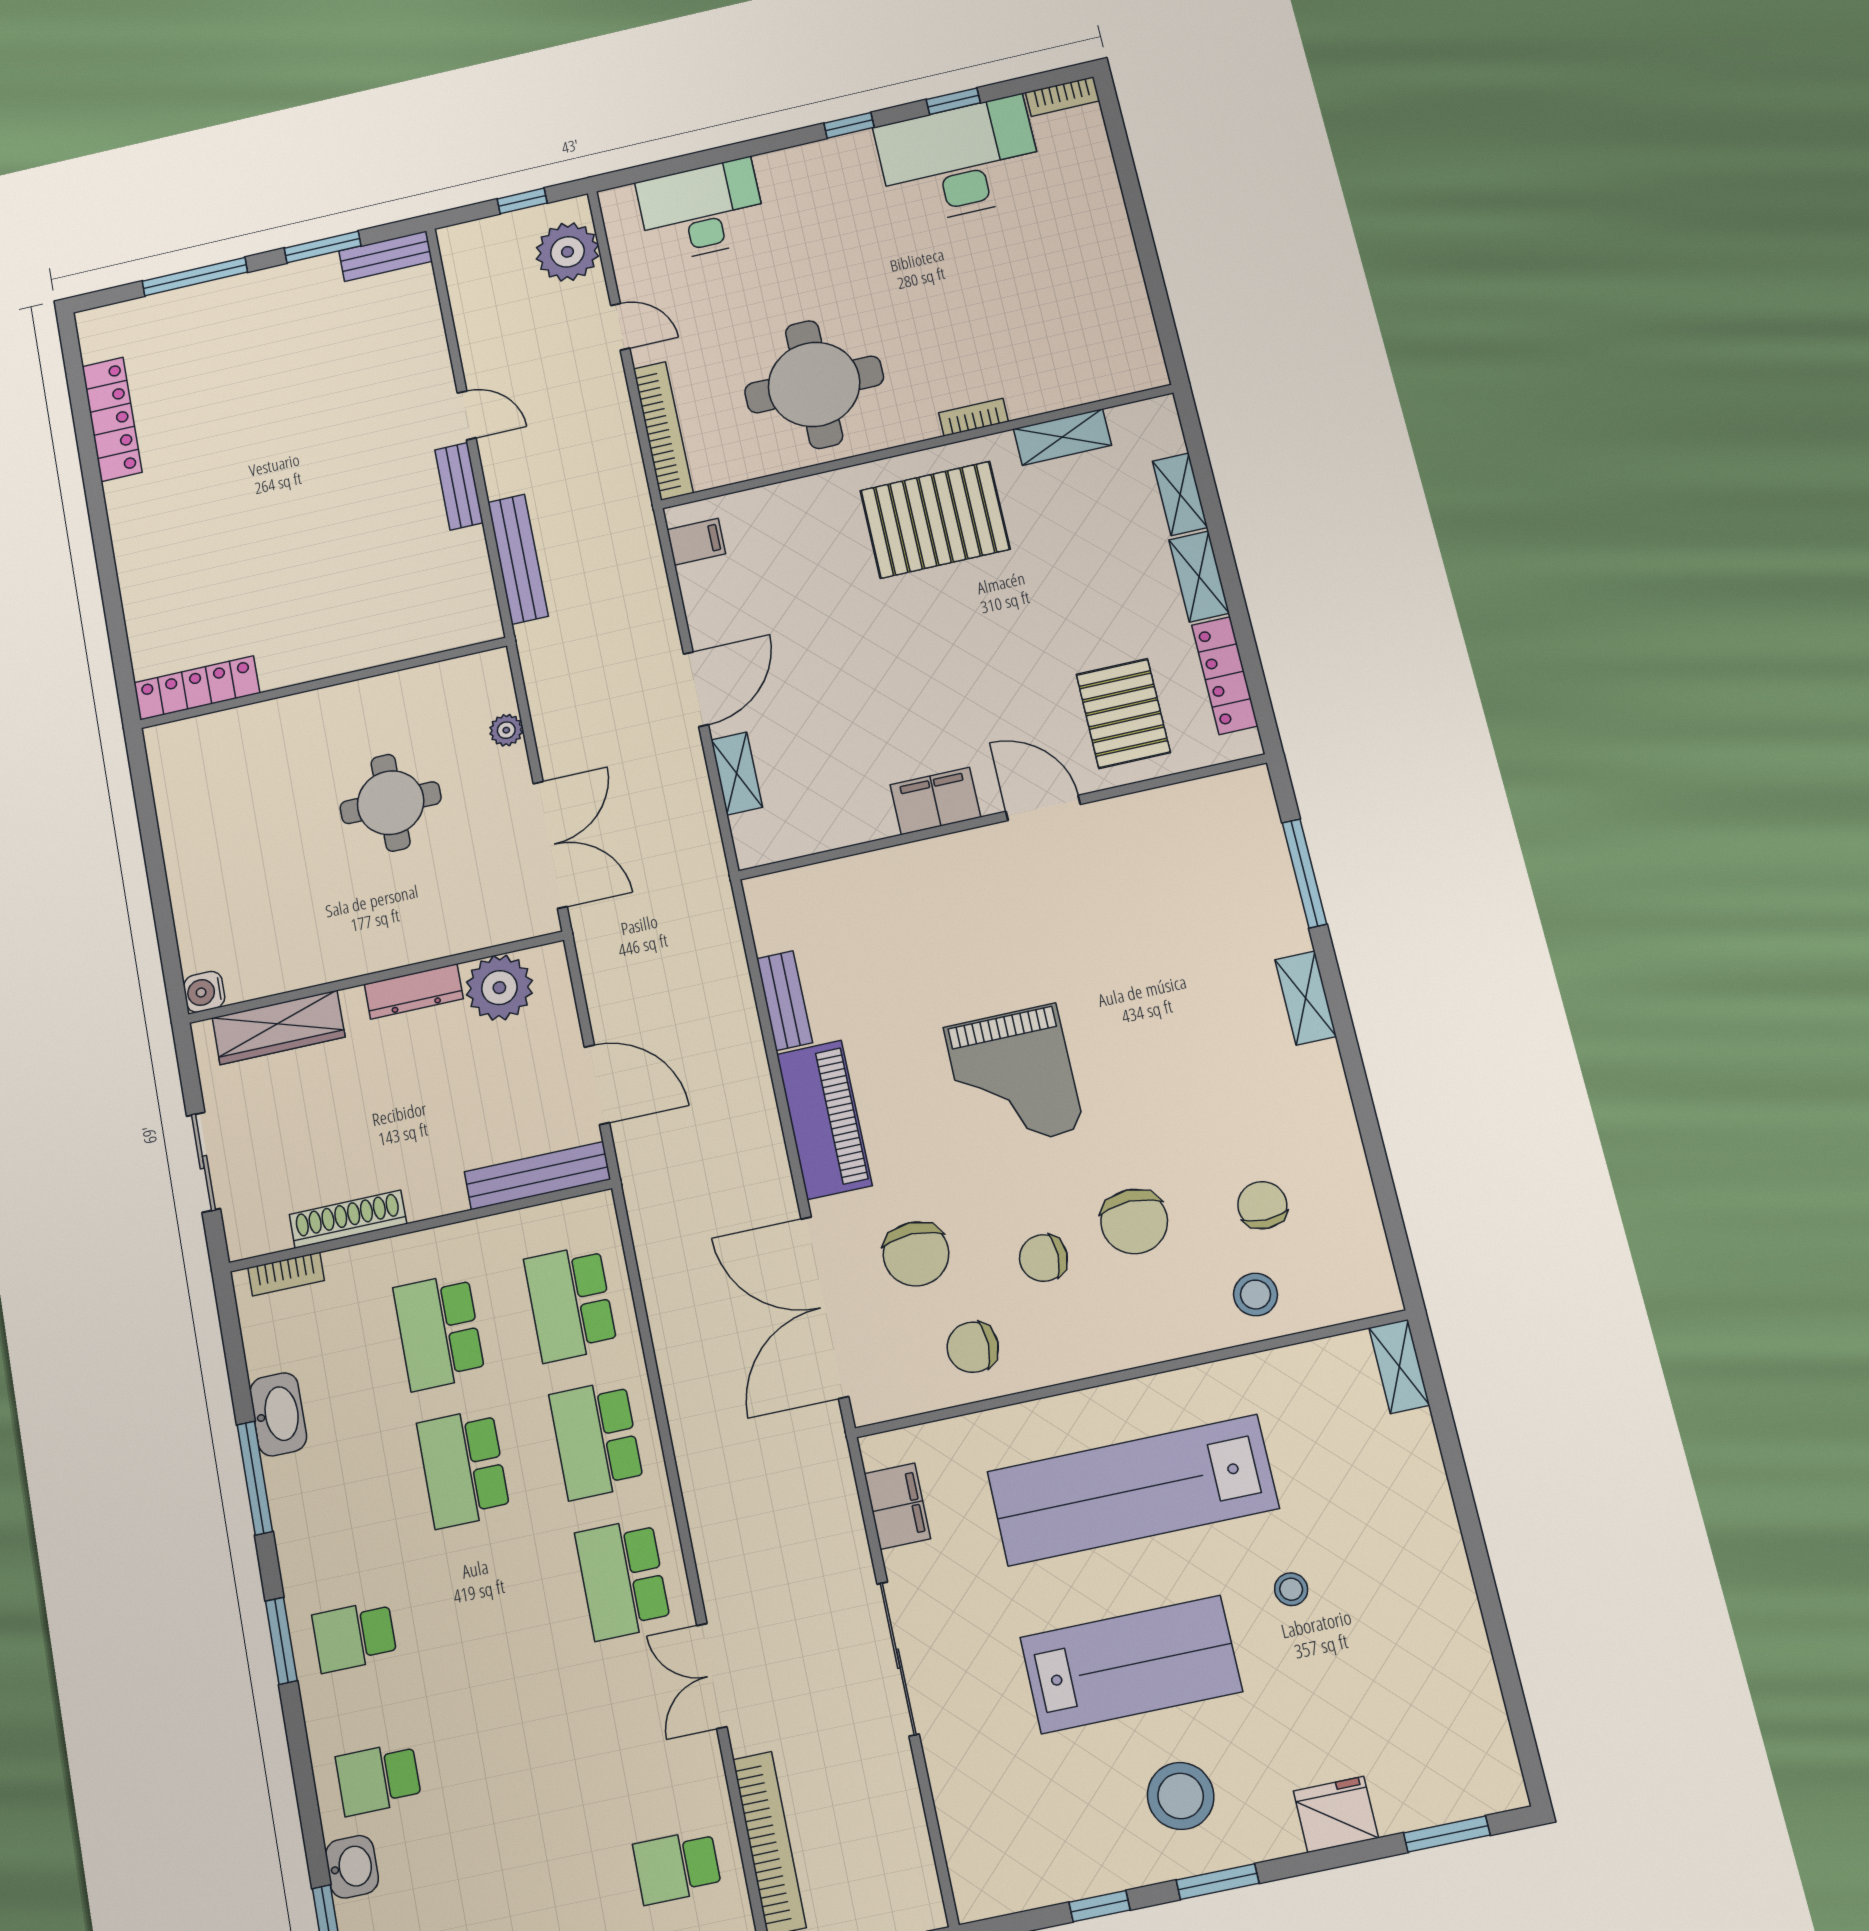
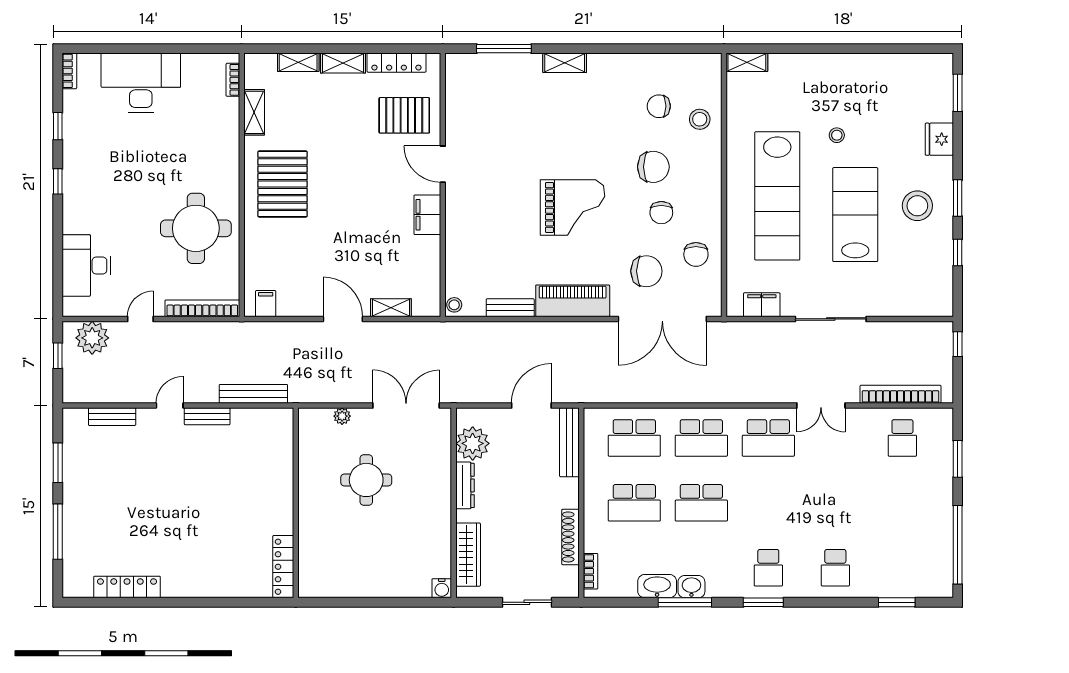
desk: (959, 161) -> (141, 83), moved, turned 90
bench: (386, 256) -> (112, 417), moved, turned 90
bookcase: (973, 417) -> (233, 80), moved
door: (1043, 808) -> (443, 164), hinge flipped
stool: (768, 892) -> (454, 305), added
washbasin: (352, 1867) -> (691, 587), moved

